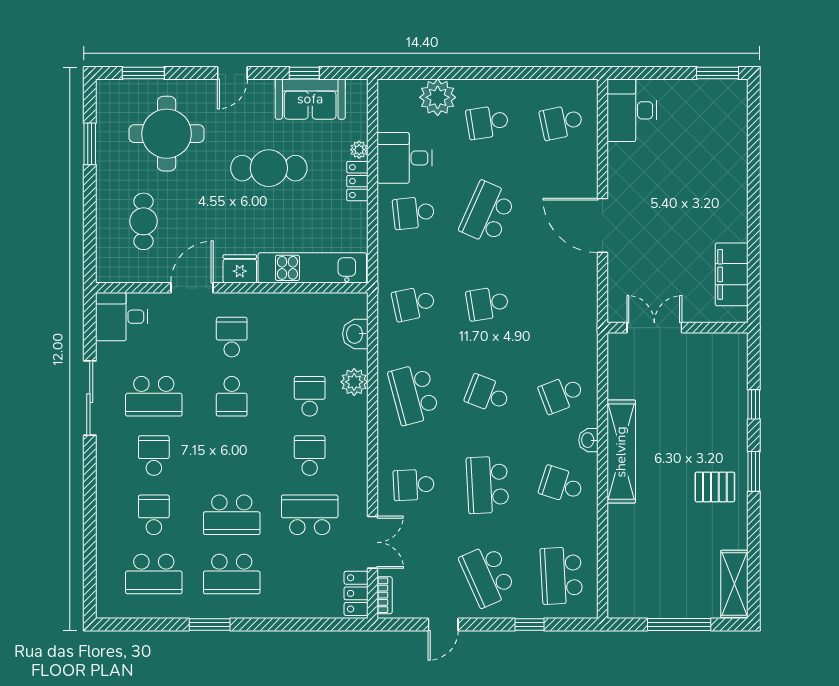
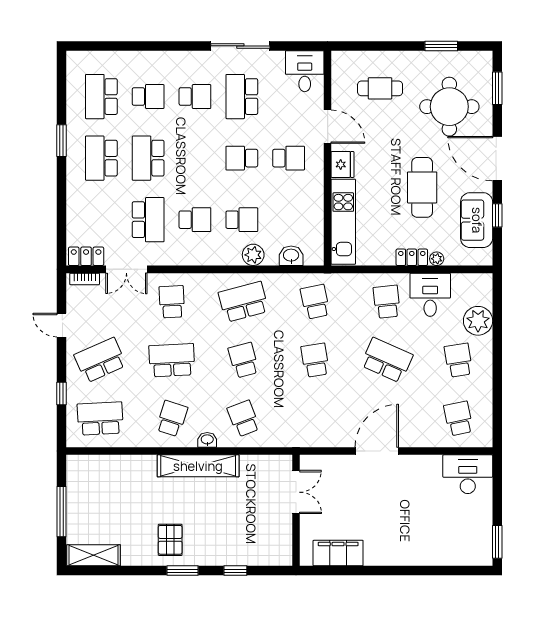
door: (232, 73) -> (497, 159), width x1.88
school desk: (487, 394) -> (243, 360), turned -36

